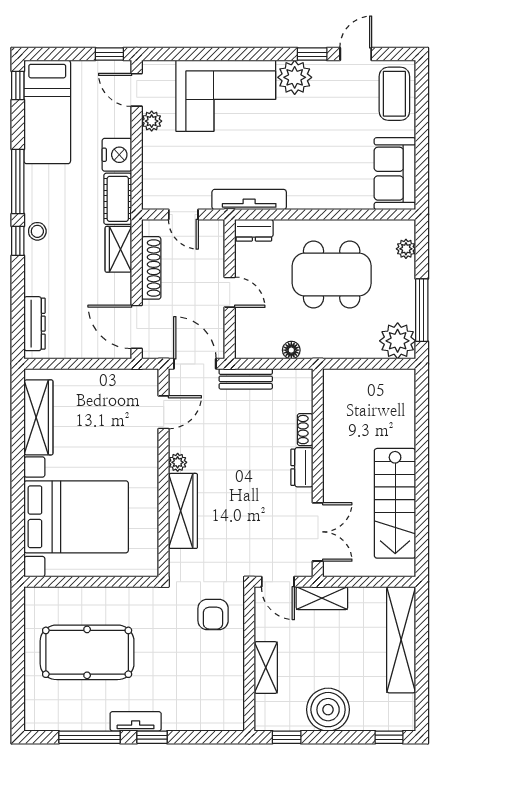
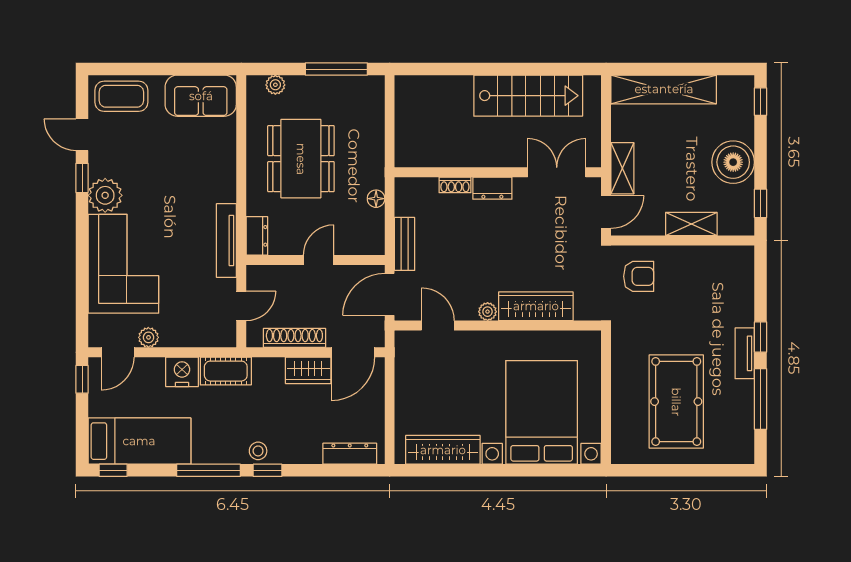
wardrobe: (118, 249) -> (308, 370), moved
plant: (398, 341) -> (367, 93), removed

